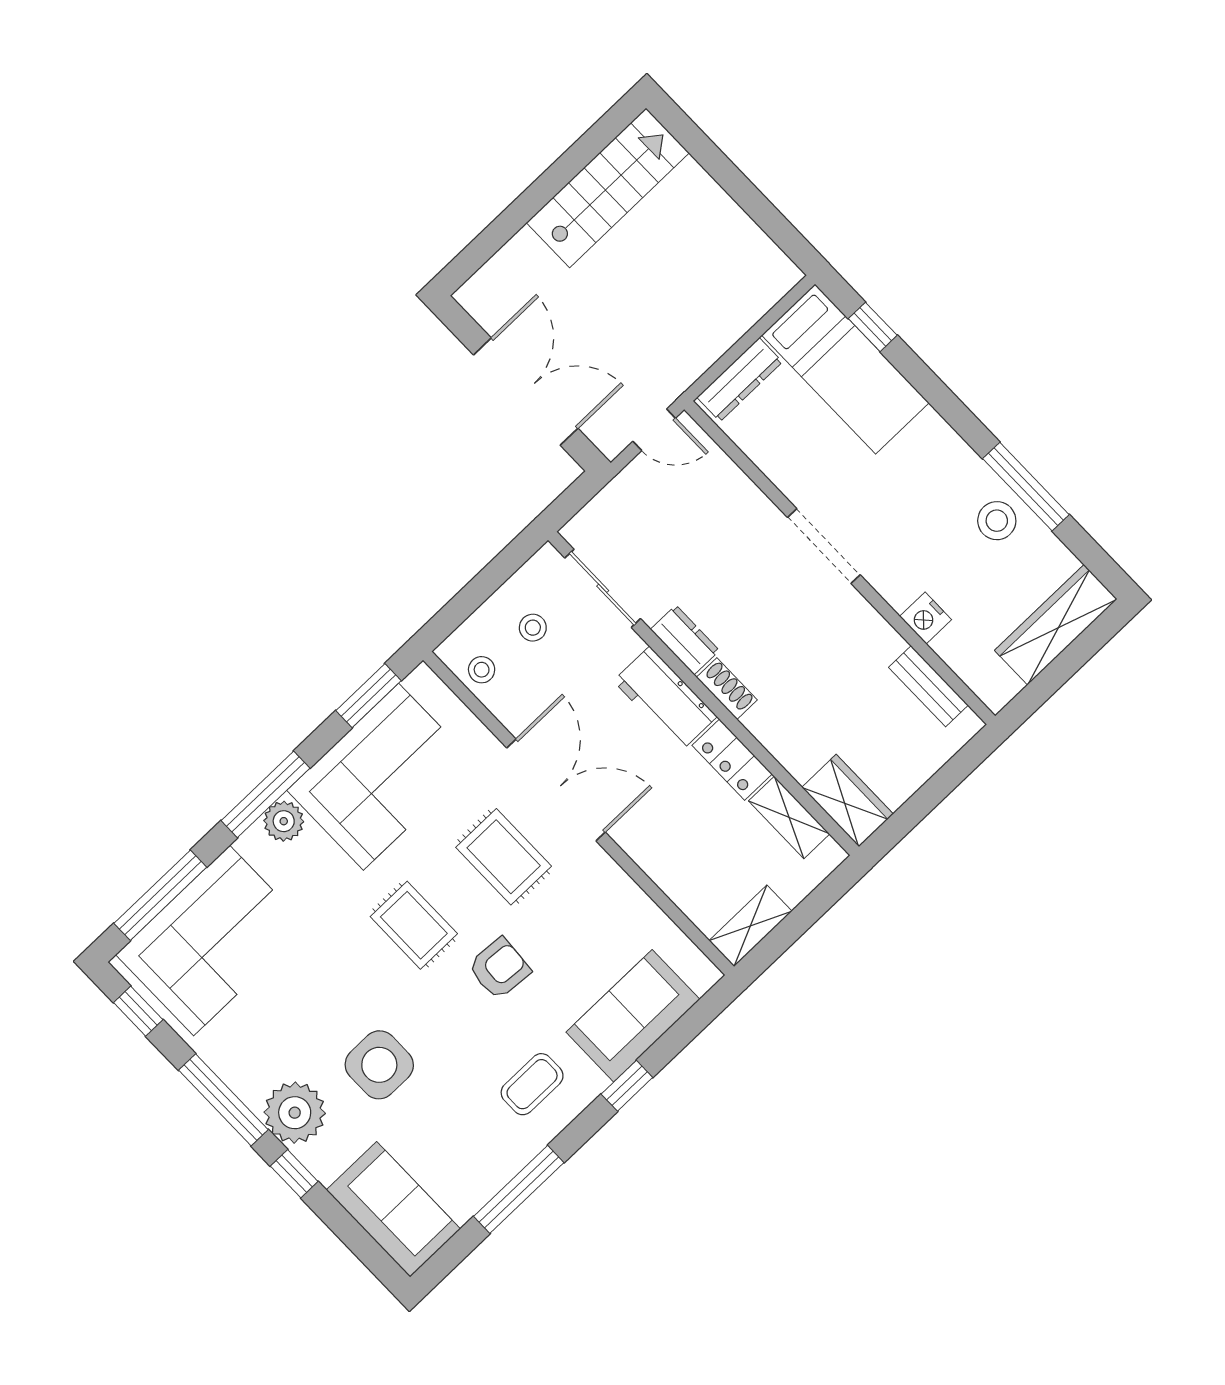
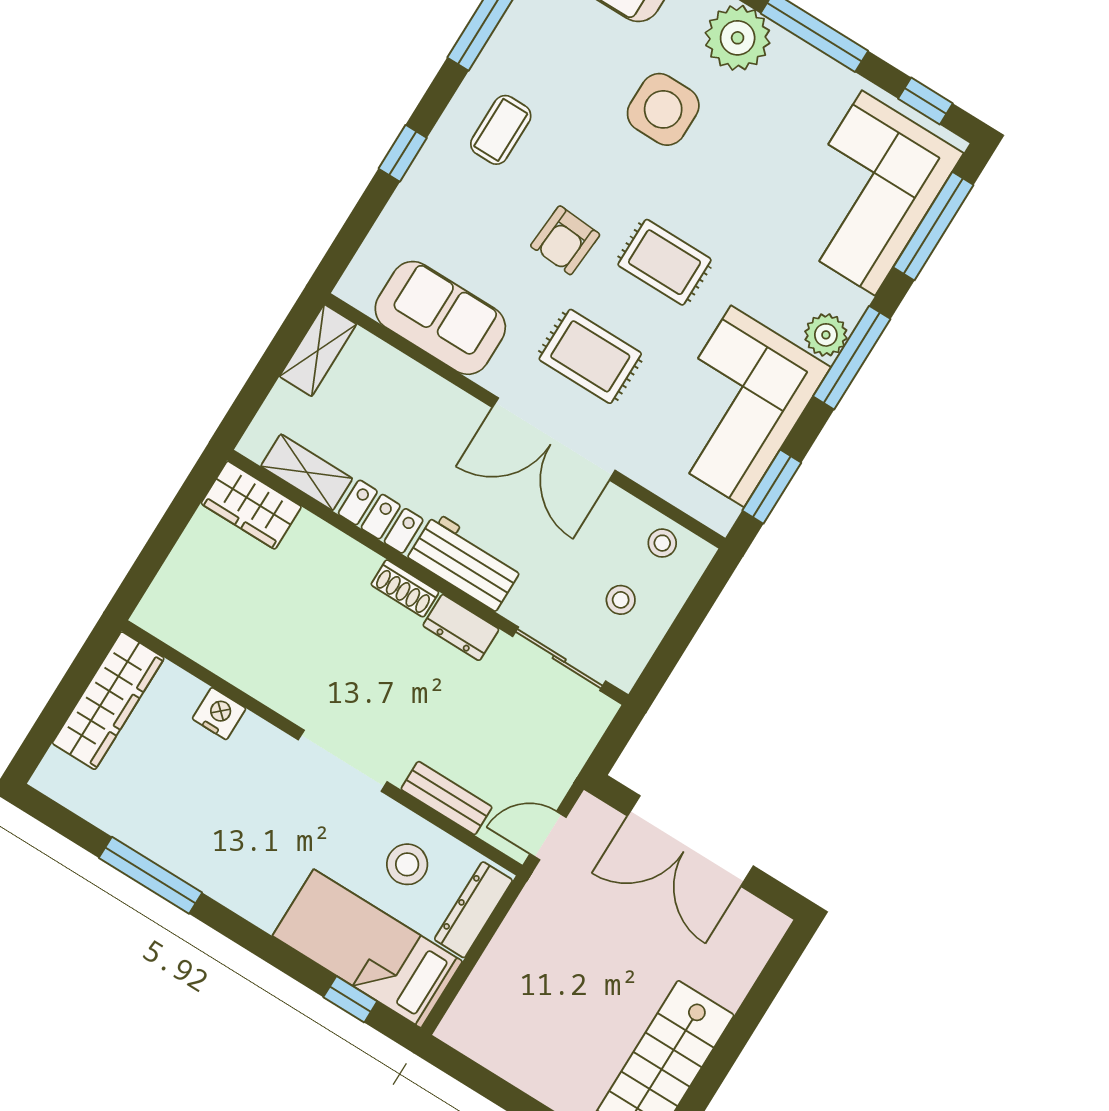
stool: (997, 521) -> (407, 864), moved
wardrobe: (1056, 625) -> (108, 701), moved
bench: (928, 686) -> (447, 798), moved
sofa: (633, 1016) -> (440, 318), moved, turned -90

